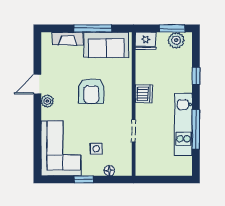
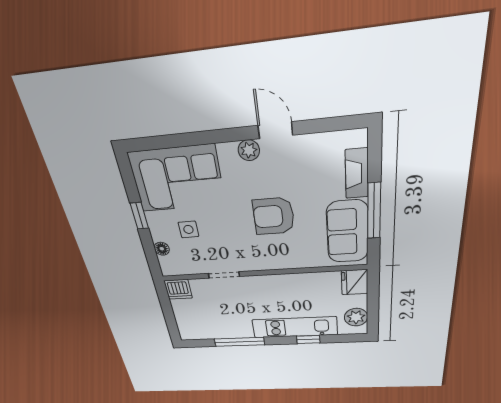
window: (172, 28) -> (373, 312), removed
dishwasher: (144, 94) -> (178, 289), moved
kitchen unit: (183, 124) -> (295, 327), moved

